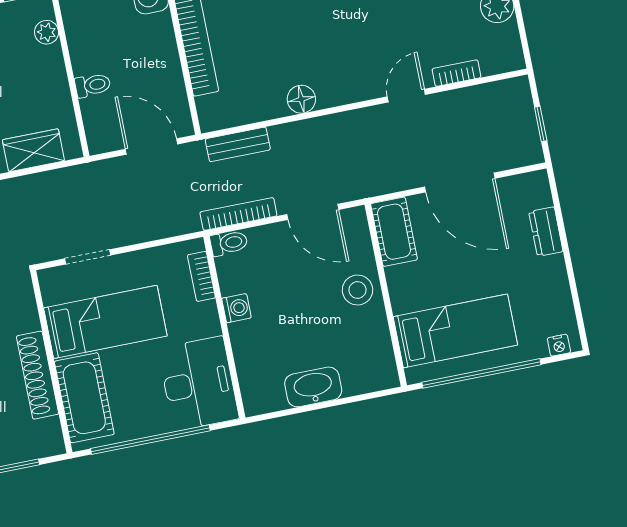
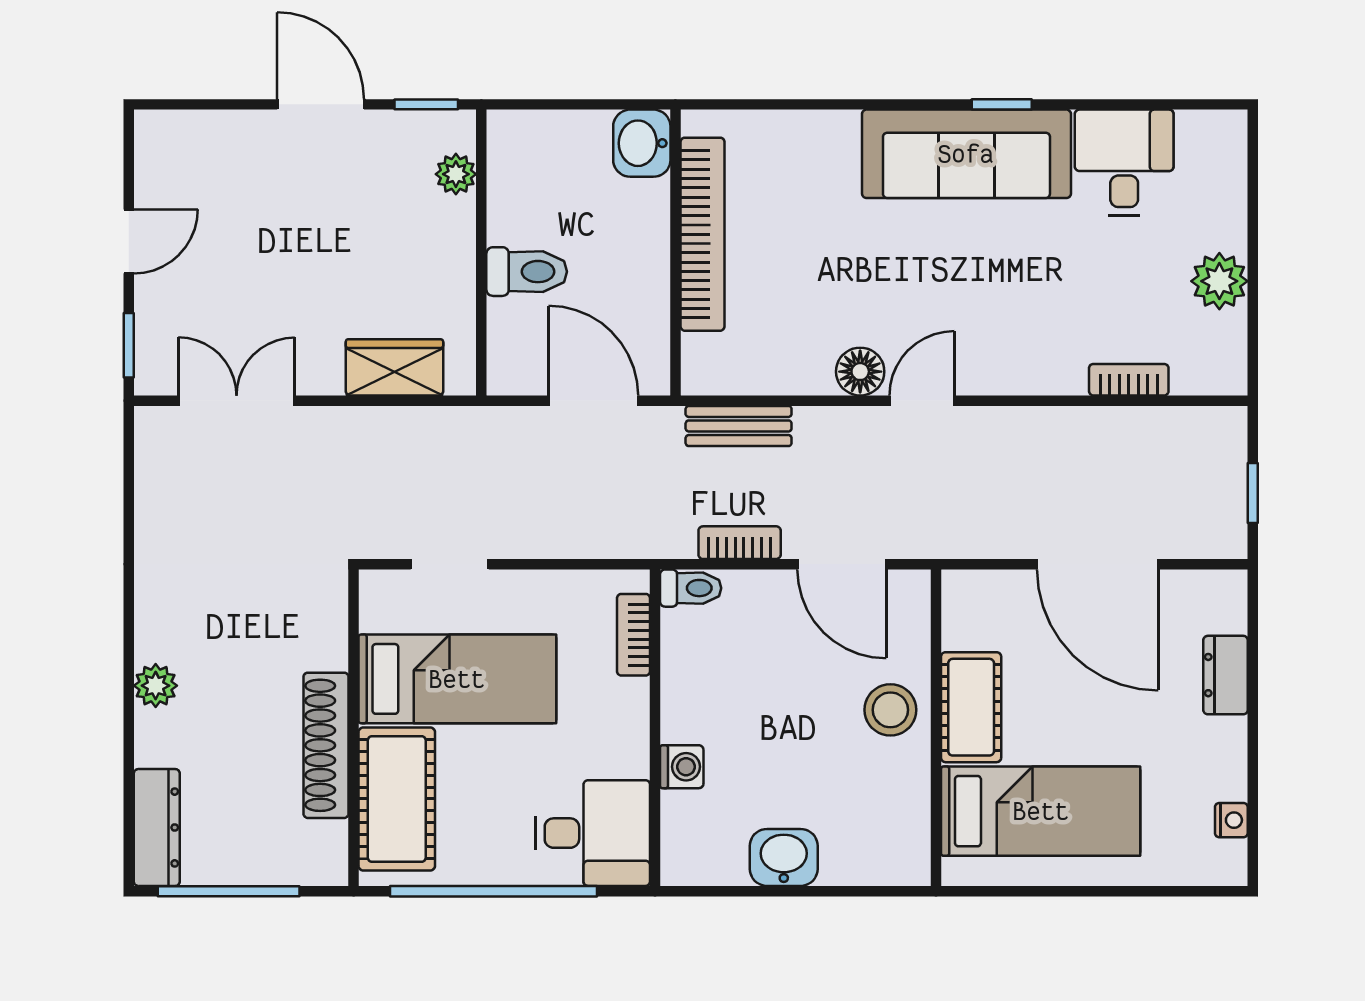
toilet: (93, 85) -> (527, 272), width x1.37, depth x1.39
door: (406, 96) -> (922, 401), moved
bookcase: (238, 214) -> (740, 543), width x0.64
cot: (394, 232) -> (971, 707), moved
washing machine: (237, 308) -> (682, 767), moved
nightstand: (559, 345) -> (1231, 820), moved, turned -90
window: (481, 373) -> (1070, 891), removed
desk: (198, 384) -> (593, 833), width x0.73
washbasin: (313, 387) -> (784, 857), width x0.72

